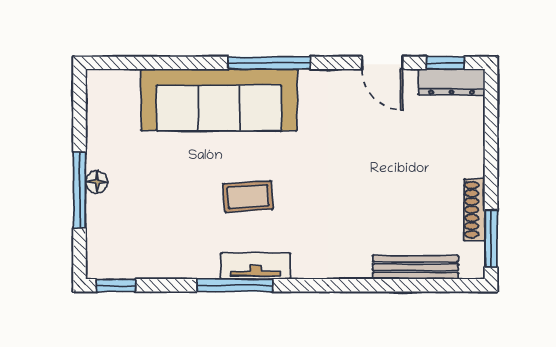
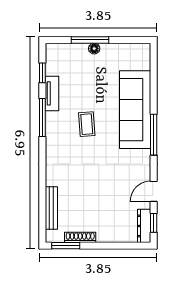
tv unit: (255, 266) -> (52, 93), moved
window: (116, 285) -> (42, 73), moved

